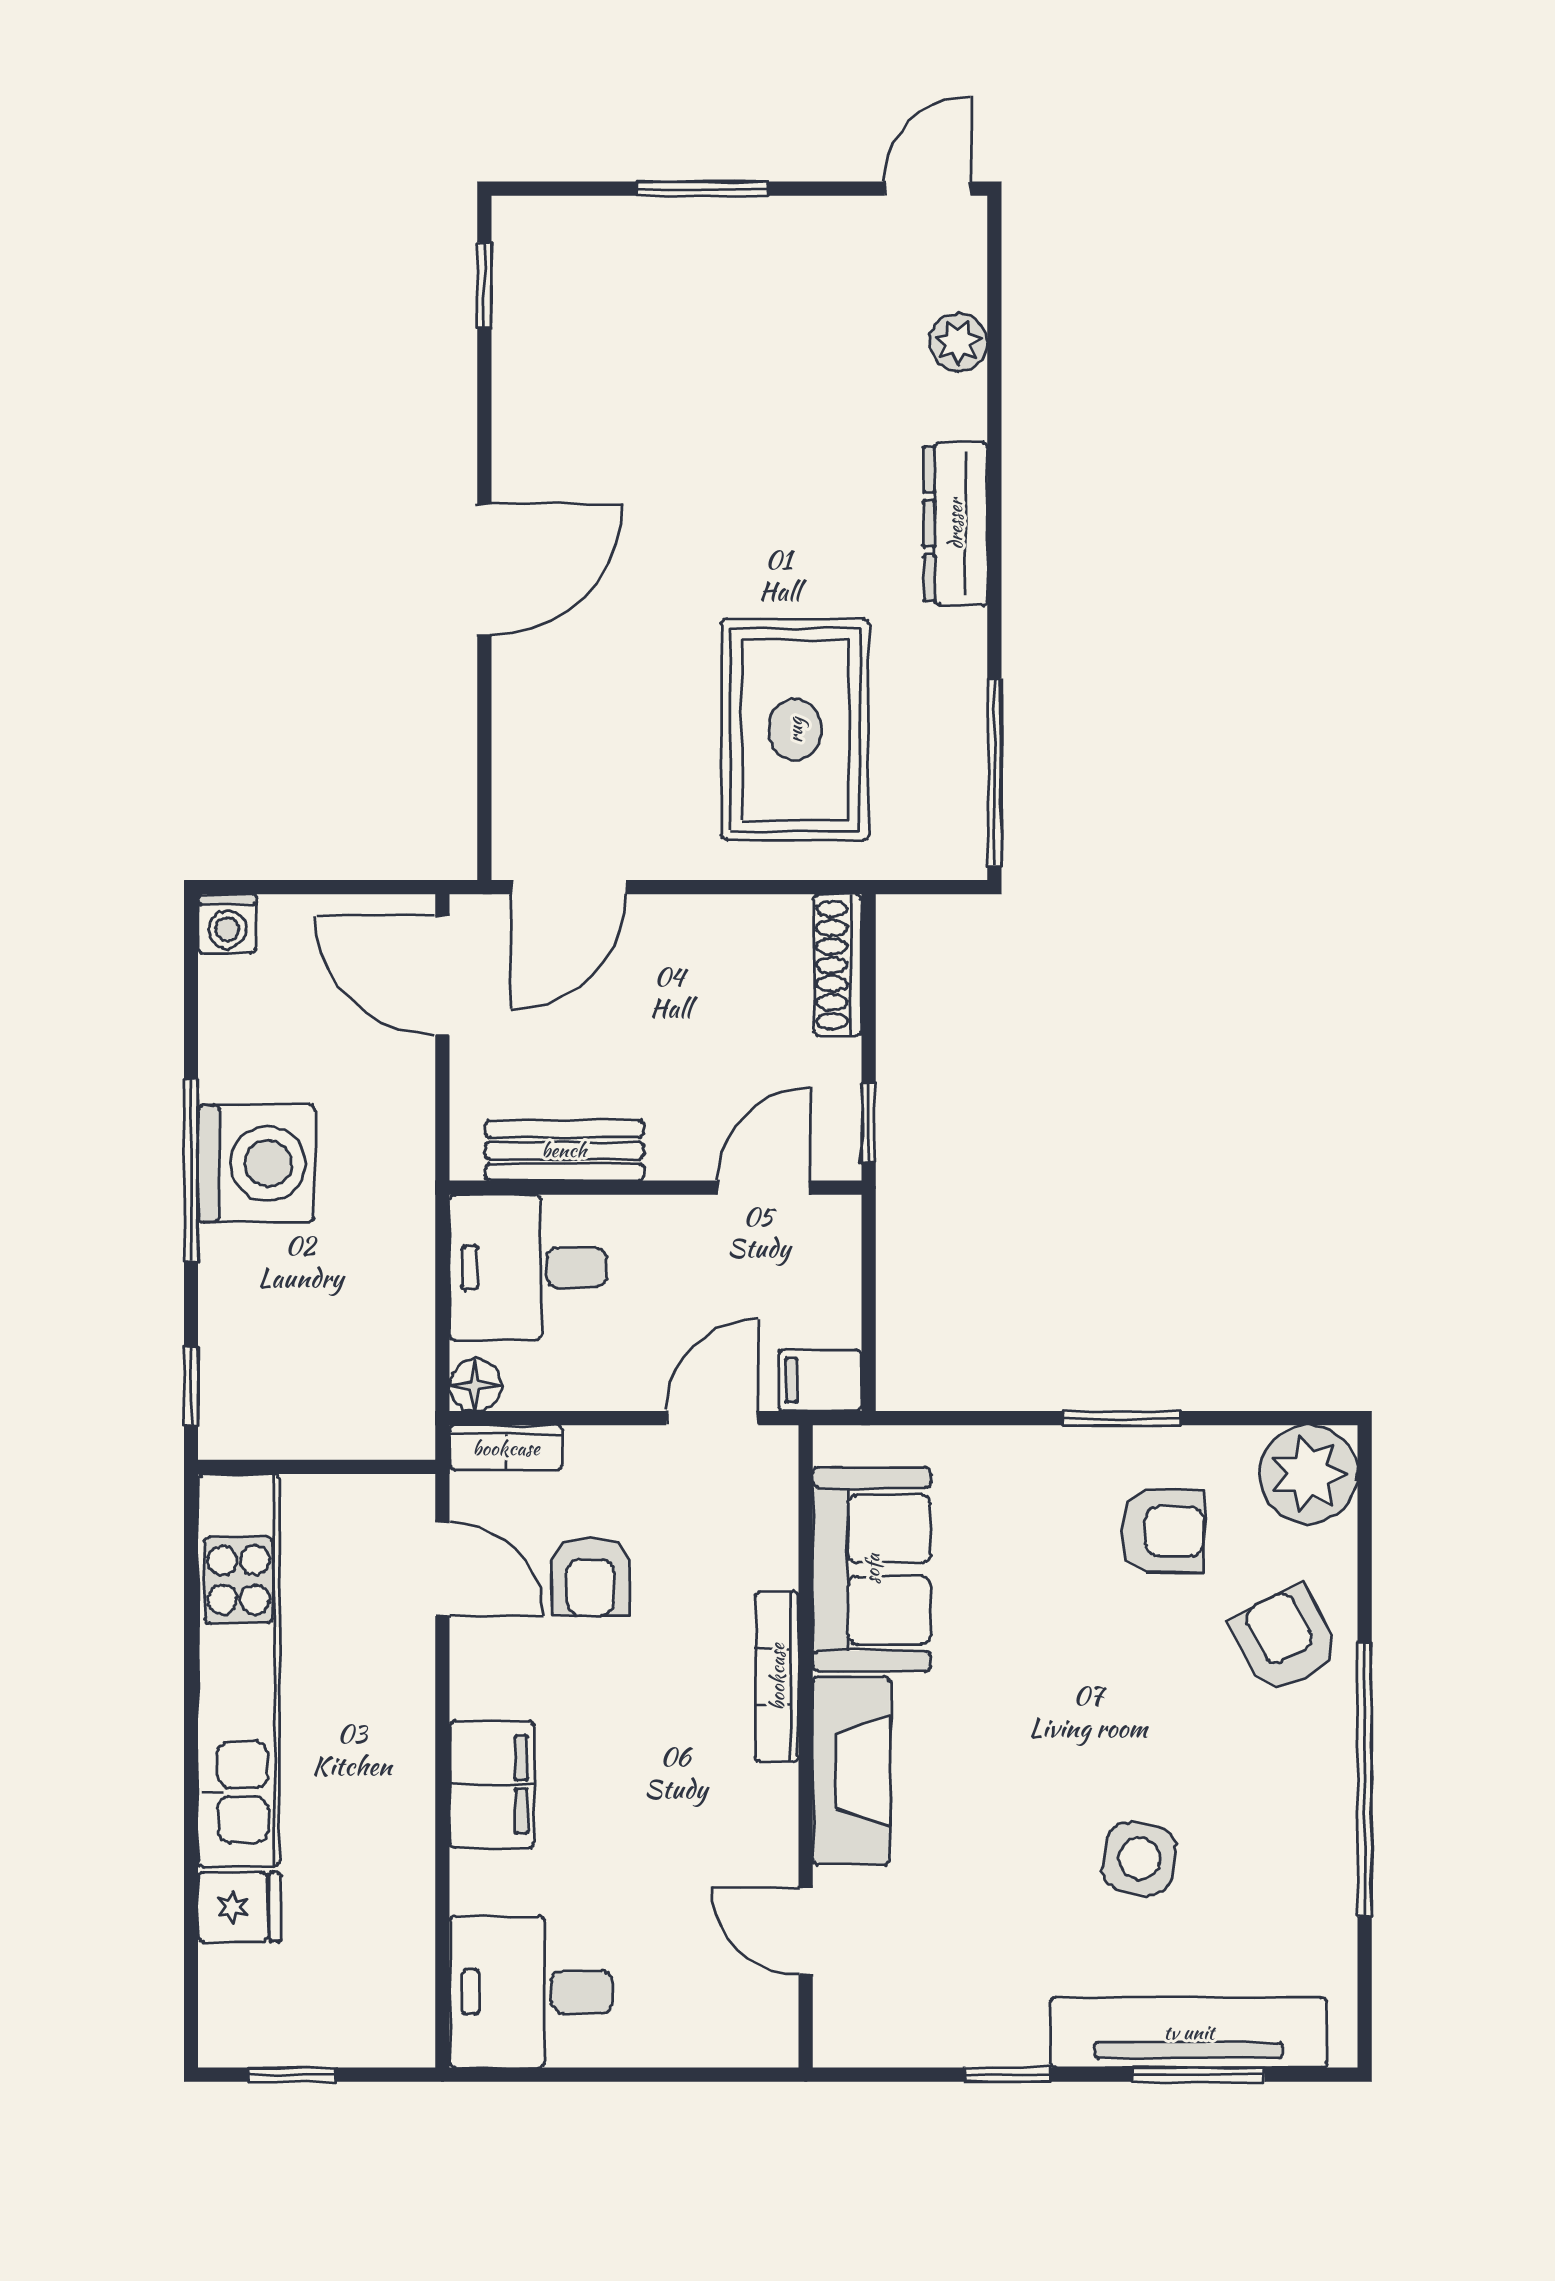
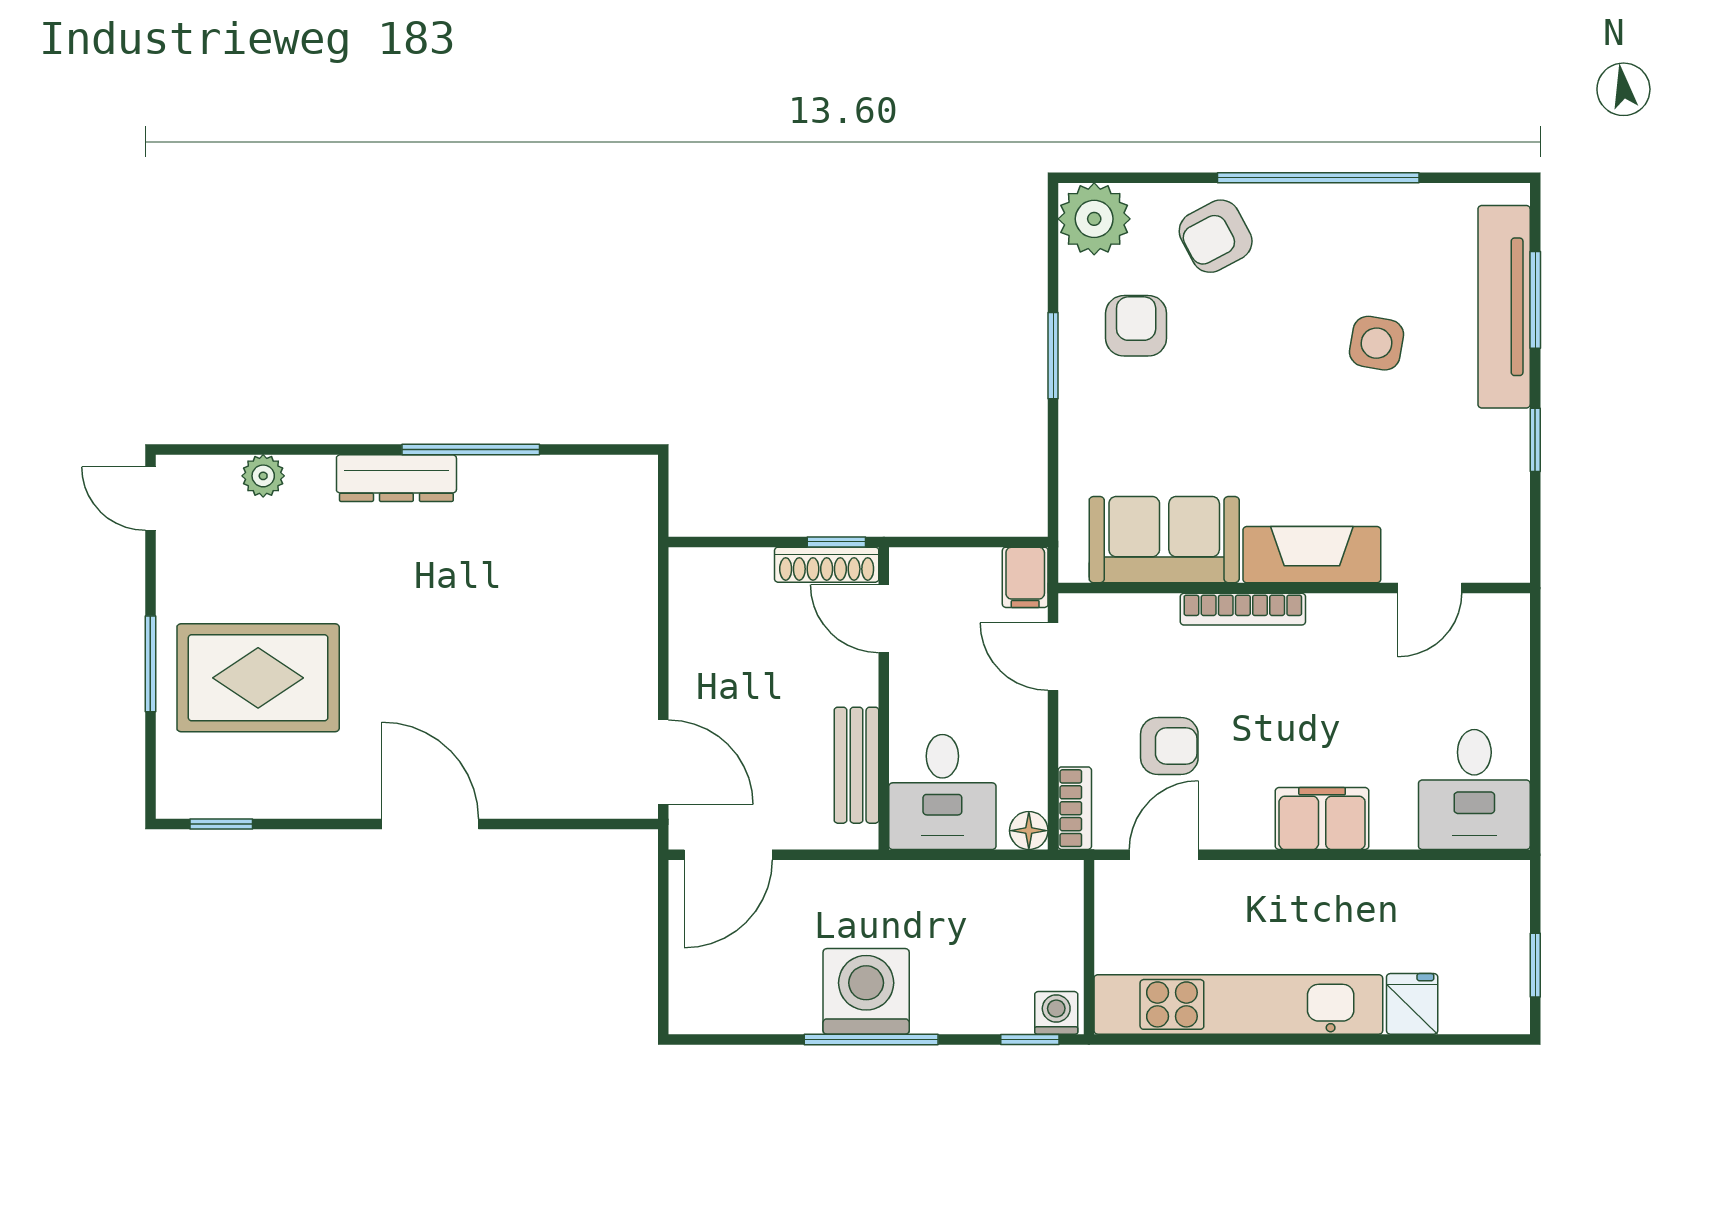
rug: (795, 730) -> (258, 678), moved
window: (994, 772) -> (471, 450), moved
washing machine: (227, 923) -> (1056, 1013), moved, turned -90
shoe rack: (837, 965) -> (827, 565), moved

